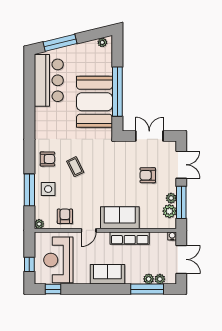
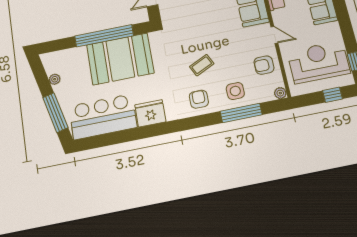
plant: (102, 42) -> (55, 79), moved
fridge: (44, 118) -> (150, 113), added
reception desk: (58, 260) -> (319, 62), turned 180

